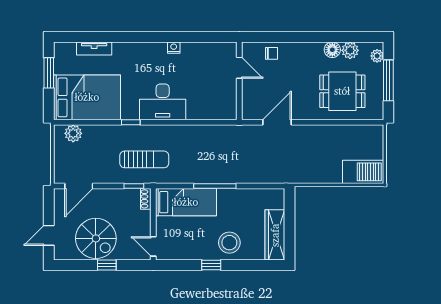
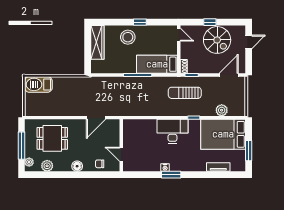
window: (165, 37) -> (171, 175), added
floor lamp: (332, 50) -> (77, 166), moved
plant: (73, 133) -> (222, 110), moved
spiral stairs: (96, 238) -> (217, 40), turned 180

